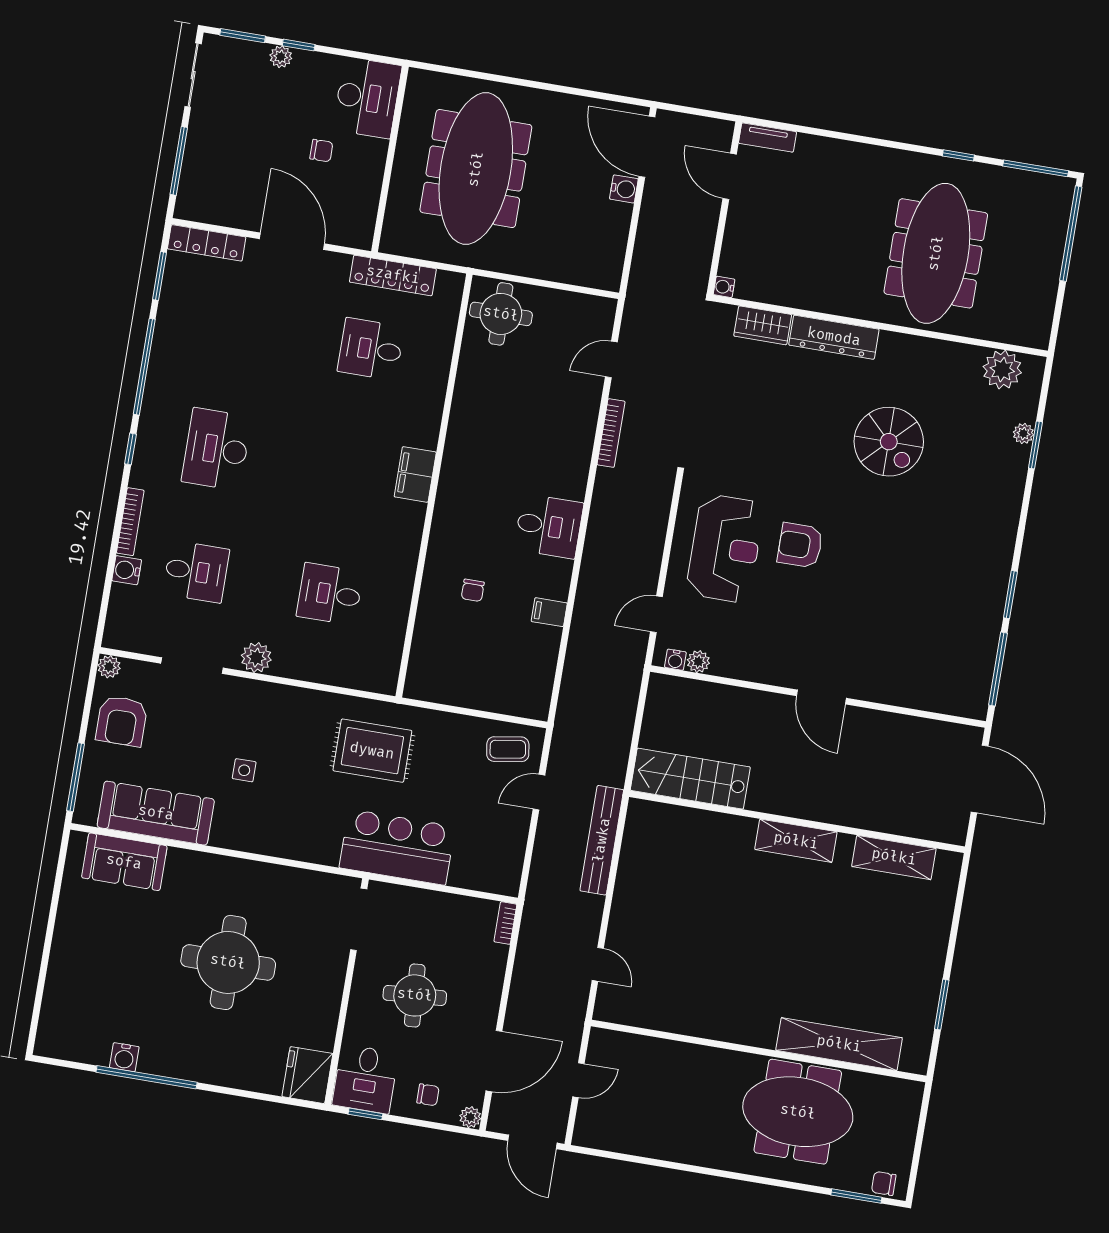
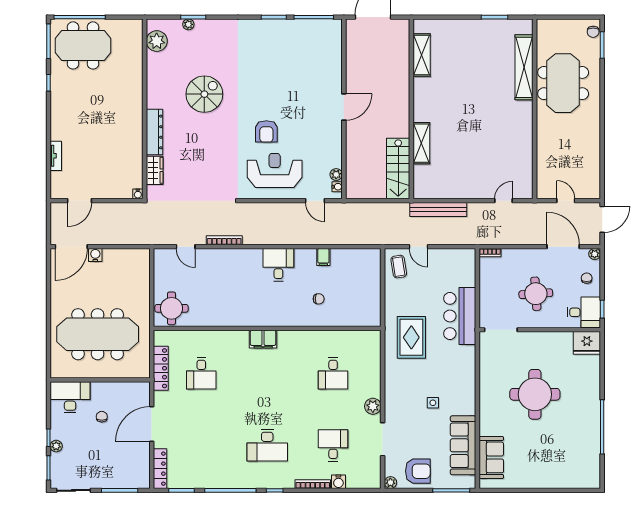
tv unit: (767, 138) -> (56, 156), moved
meeting table: (936, 253) -> (83, 45), moved, width x0.73
shelving: (796, 841) -> (421, 143), moved
water cooler: (124, 1057) -> (594, 440), removed

